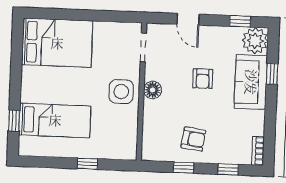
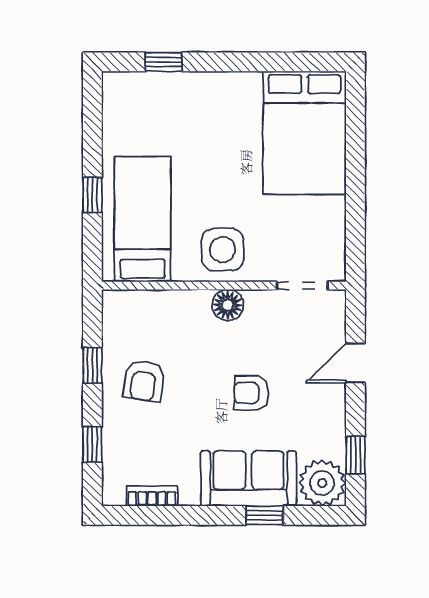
bed: (55, 120) -> (143, 219), moved, turned 180
bookcase: (258, 151) -> (152, 496), moved

